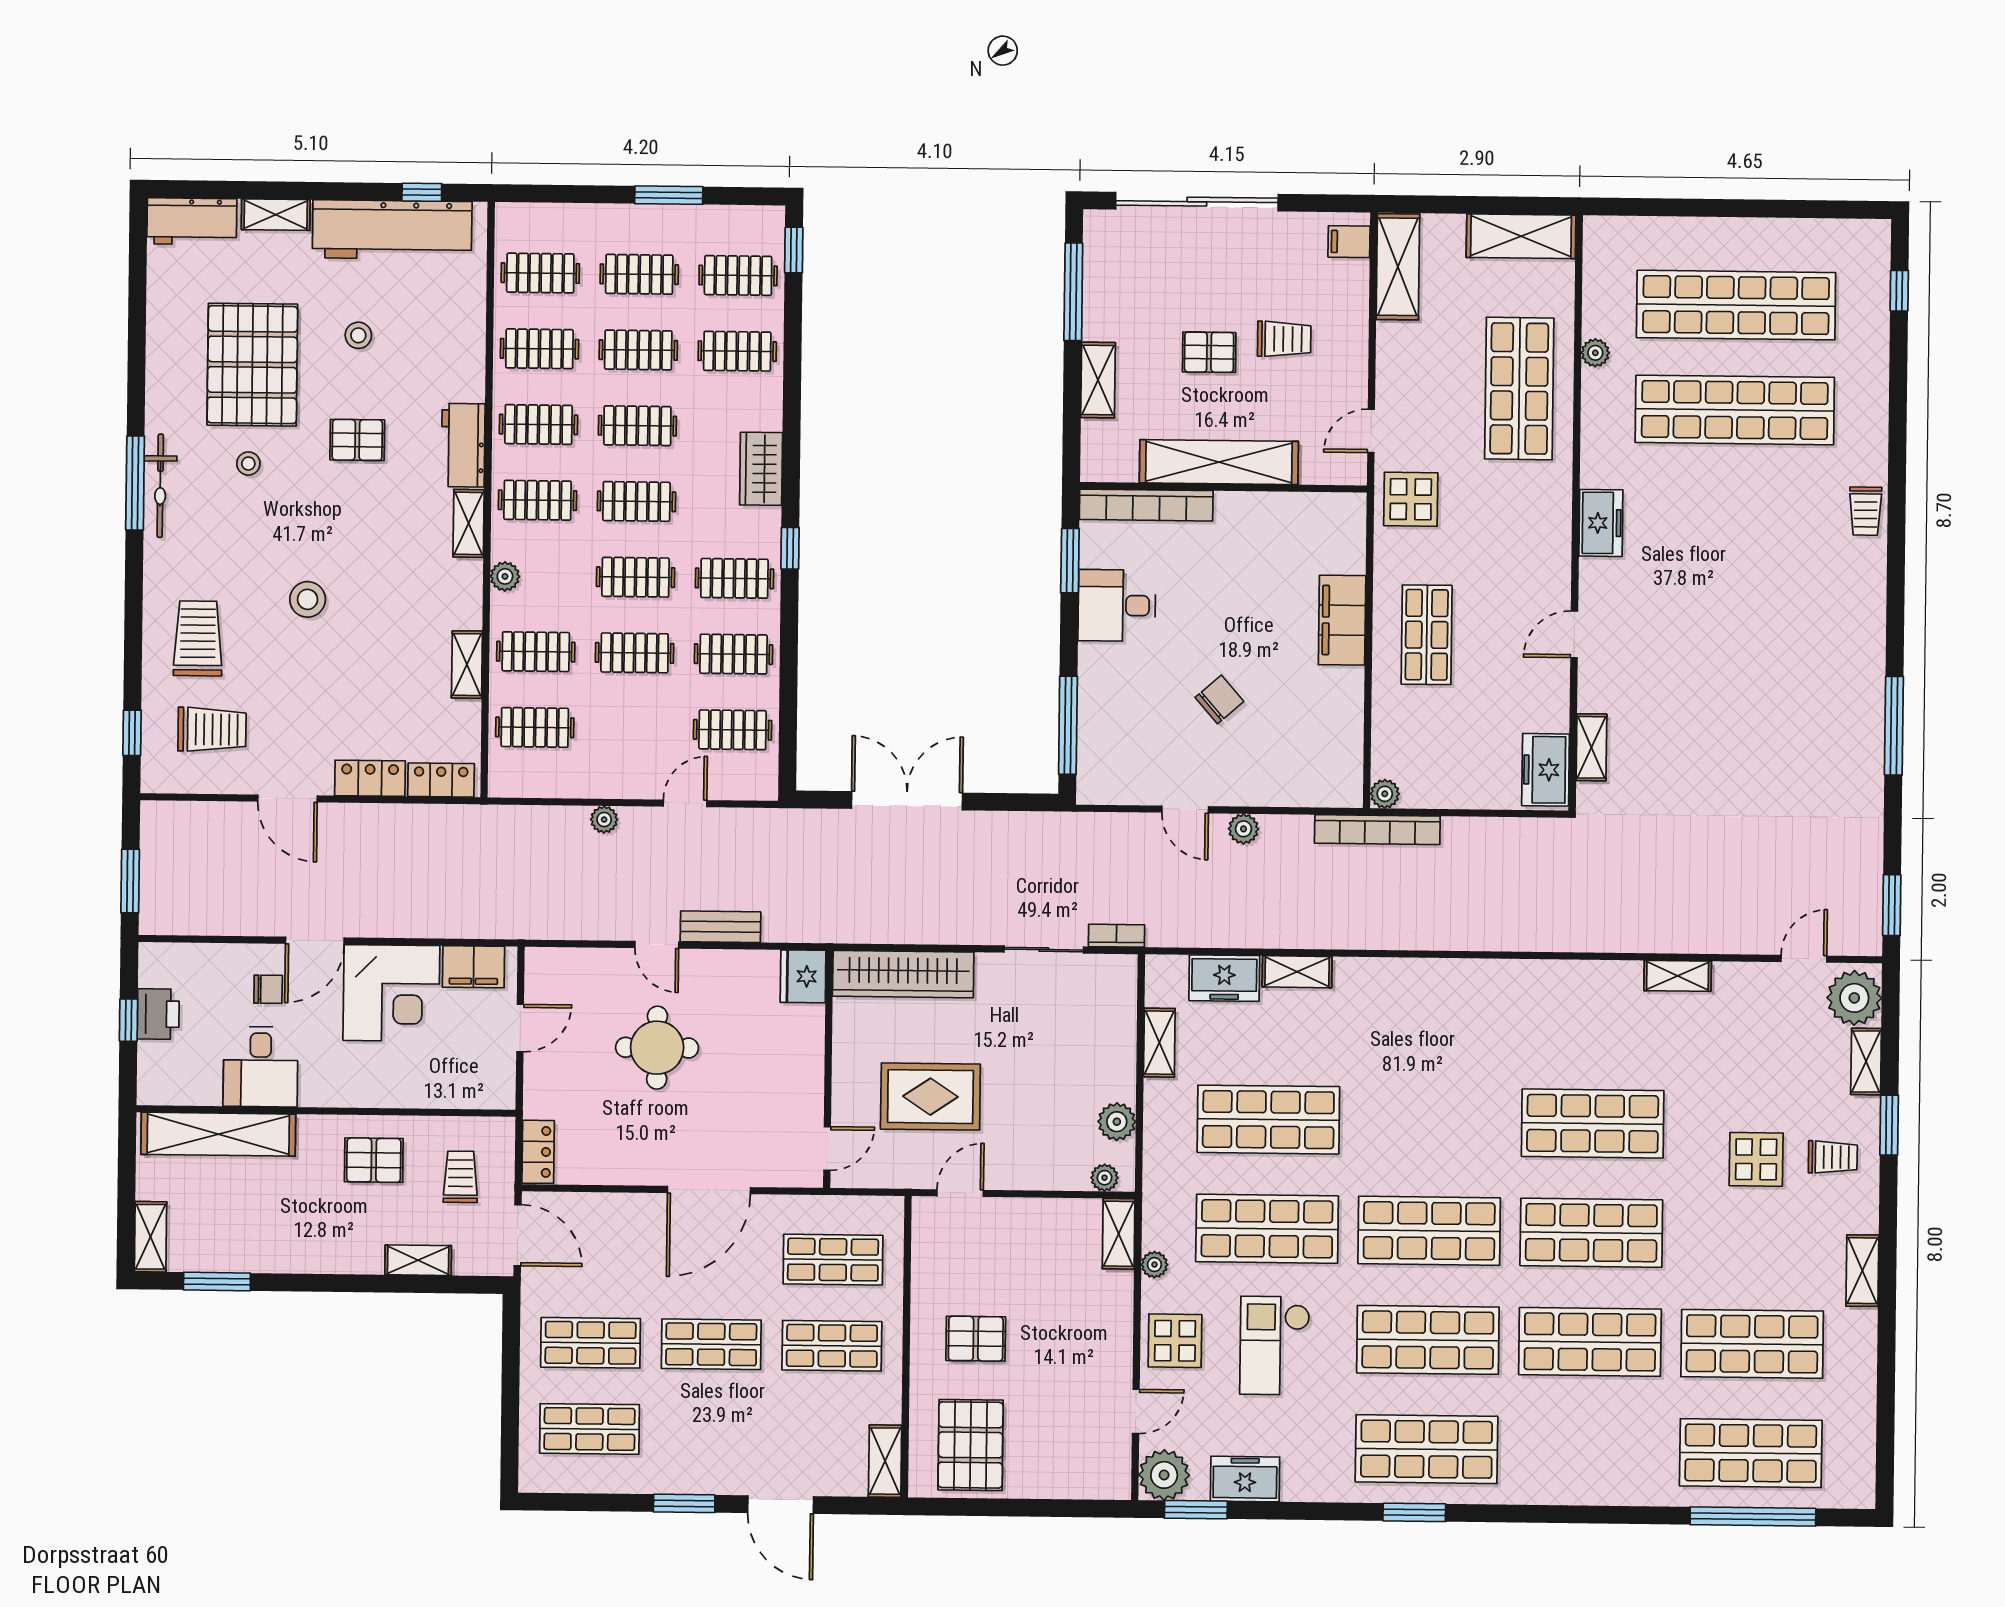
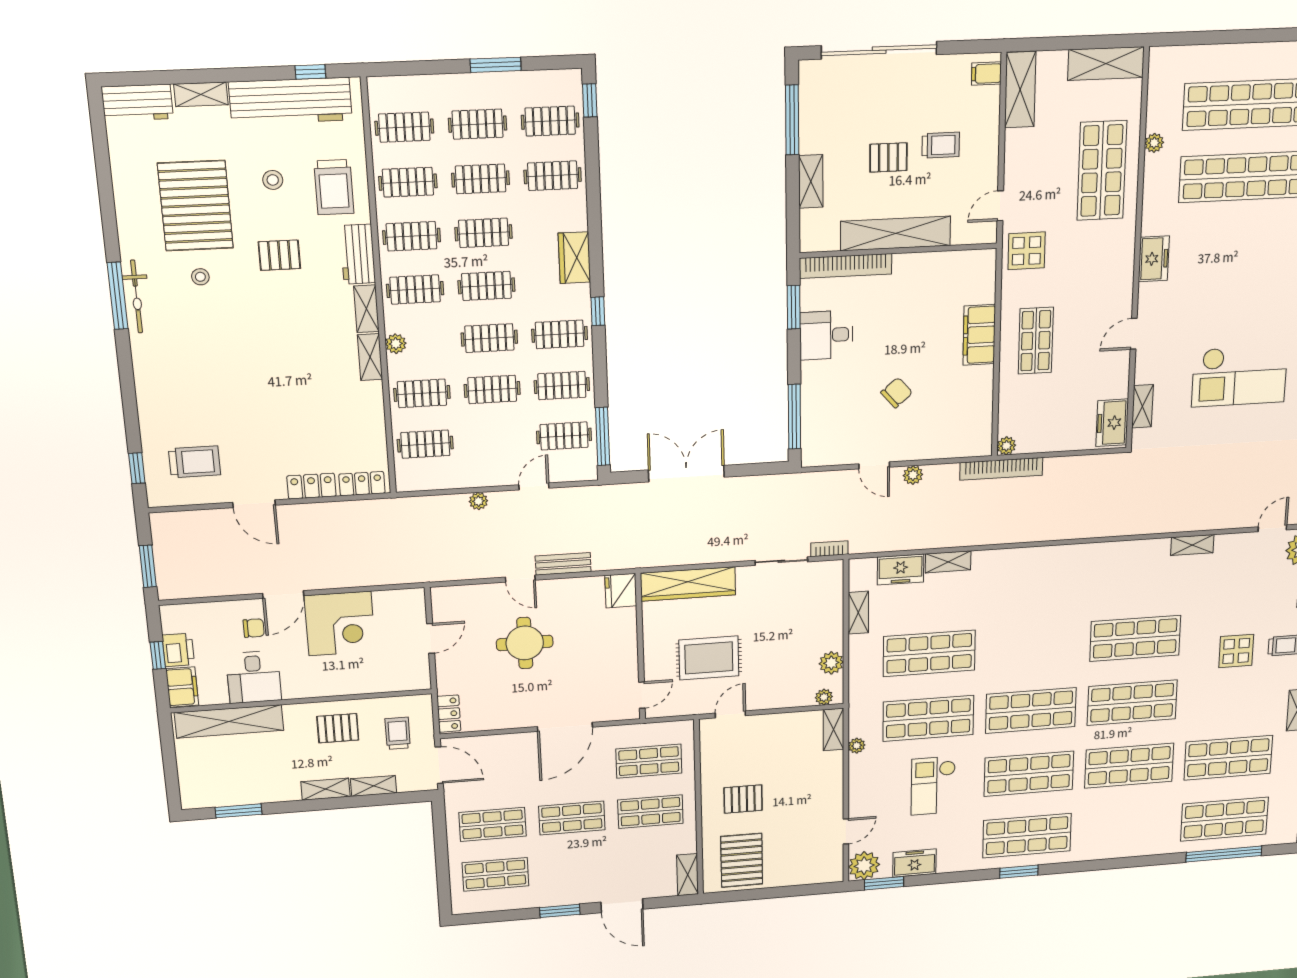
stool: (308, 599) -> (254, 369), removed
trolley: (198, 638) -> (334, 187), moved, turned 180
shelving: (467, 665) -> (370, 357), moved
checkout: (1739, 711) -> (1239, 376), added
window: (788, 735) -> (603, 436), added
filing cabinet: (474, 967) -> (182, 687), moved, turned -90
shelving: (151, 1237) -> (325, 789), moved, turned 90
display table: (1175, 1341) -> (870, 789), removed

